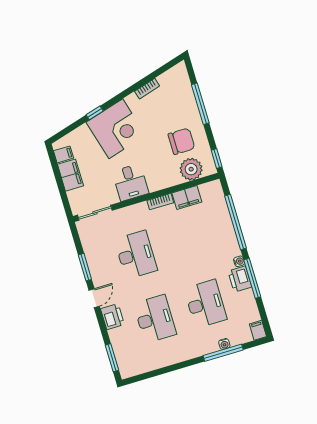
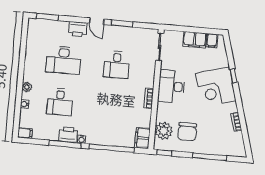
desk: (131, 182) -> (171, 86), width x1.37
filing cabinet: (187, 197) -> (142, 138), moved
desk: (136, 255) -> (117, 65), width x0.73
desk: (205, 304) -> (60, 102), width x0.73
plant: (203, 349) -> (27, 87), added
window: (223, 353) -> (18, 101), removed

